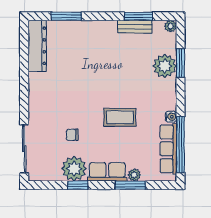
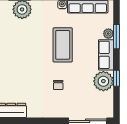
coffee table: (120, 117) -> (63, 45), width x1.36, depth x1.32
chair: (72, 135) -> (58, 85), moved

